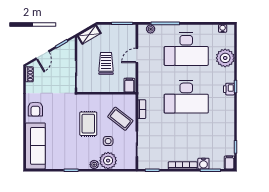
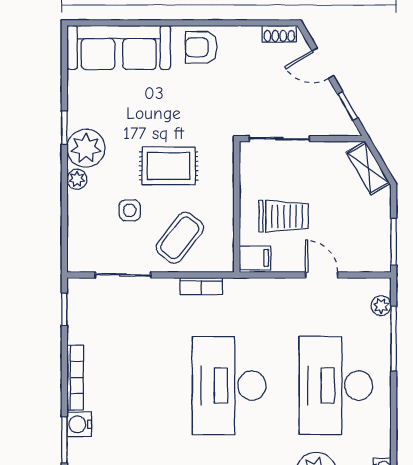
trolley: (106, 63) -> (284, 216), moved
plant: (108, 161) -> (86, 148), moved

